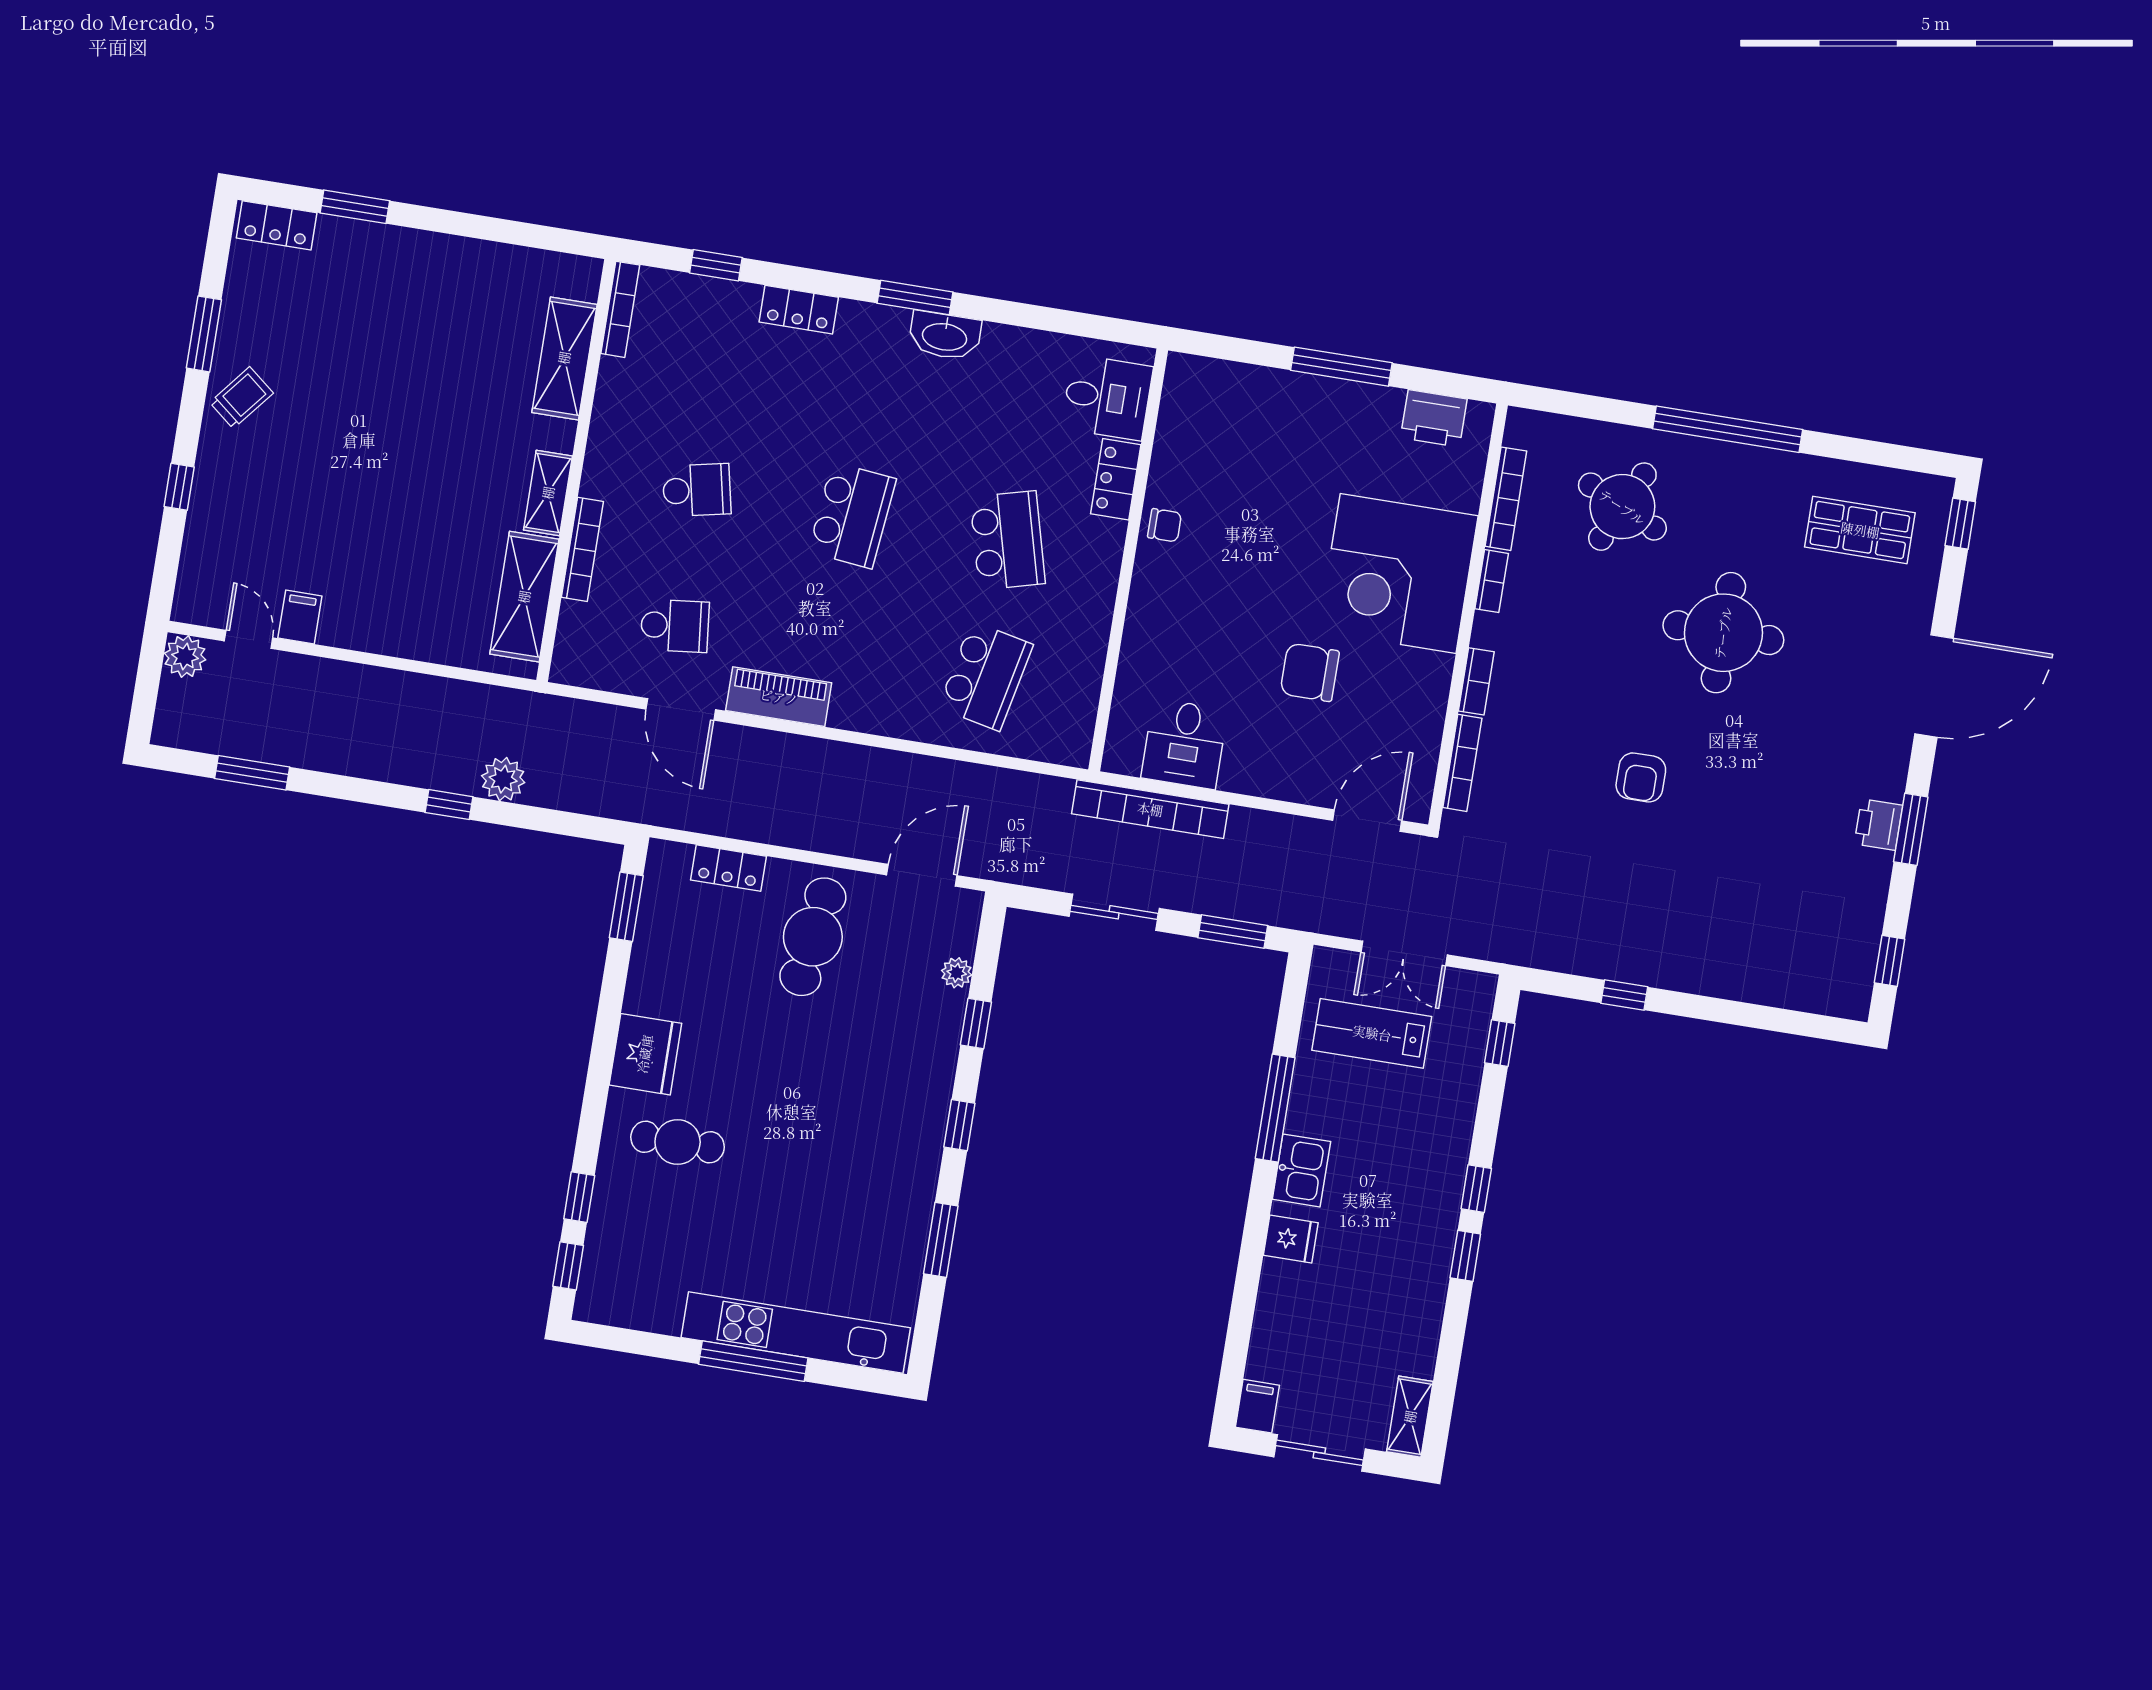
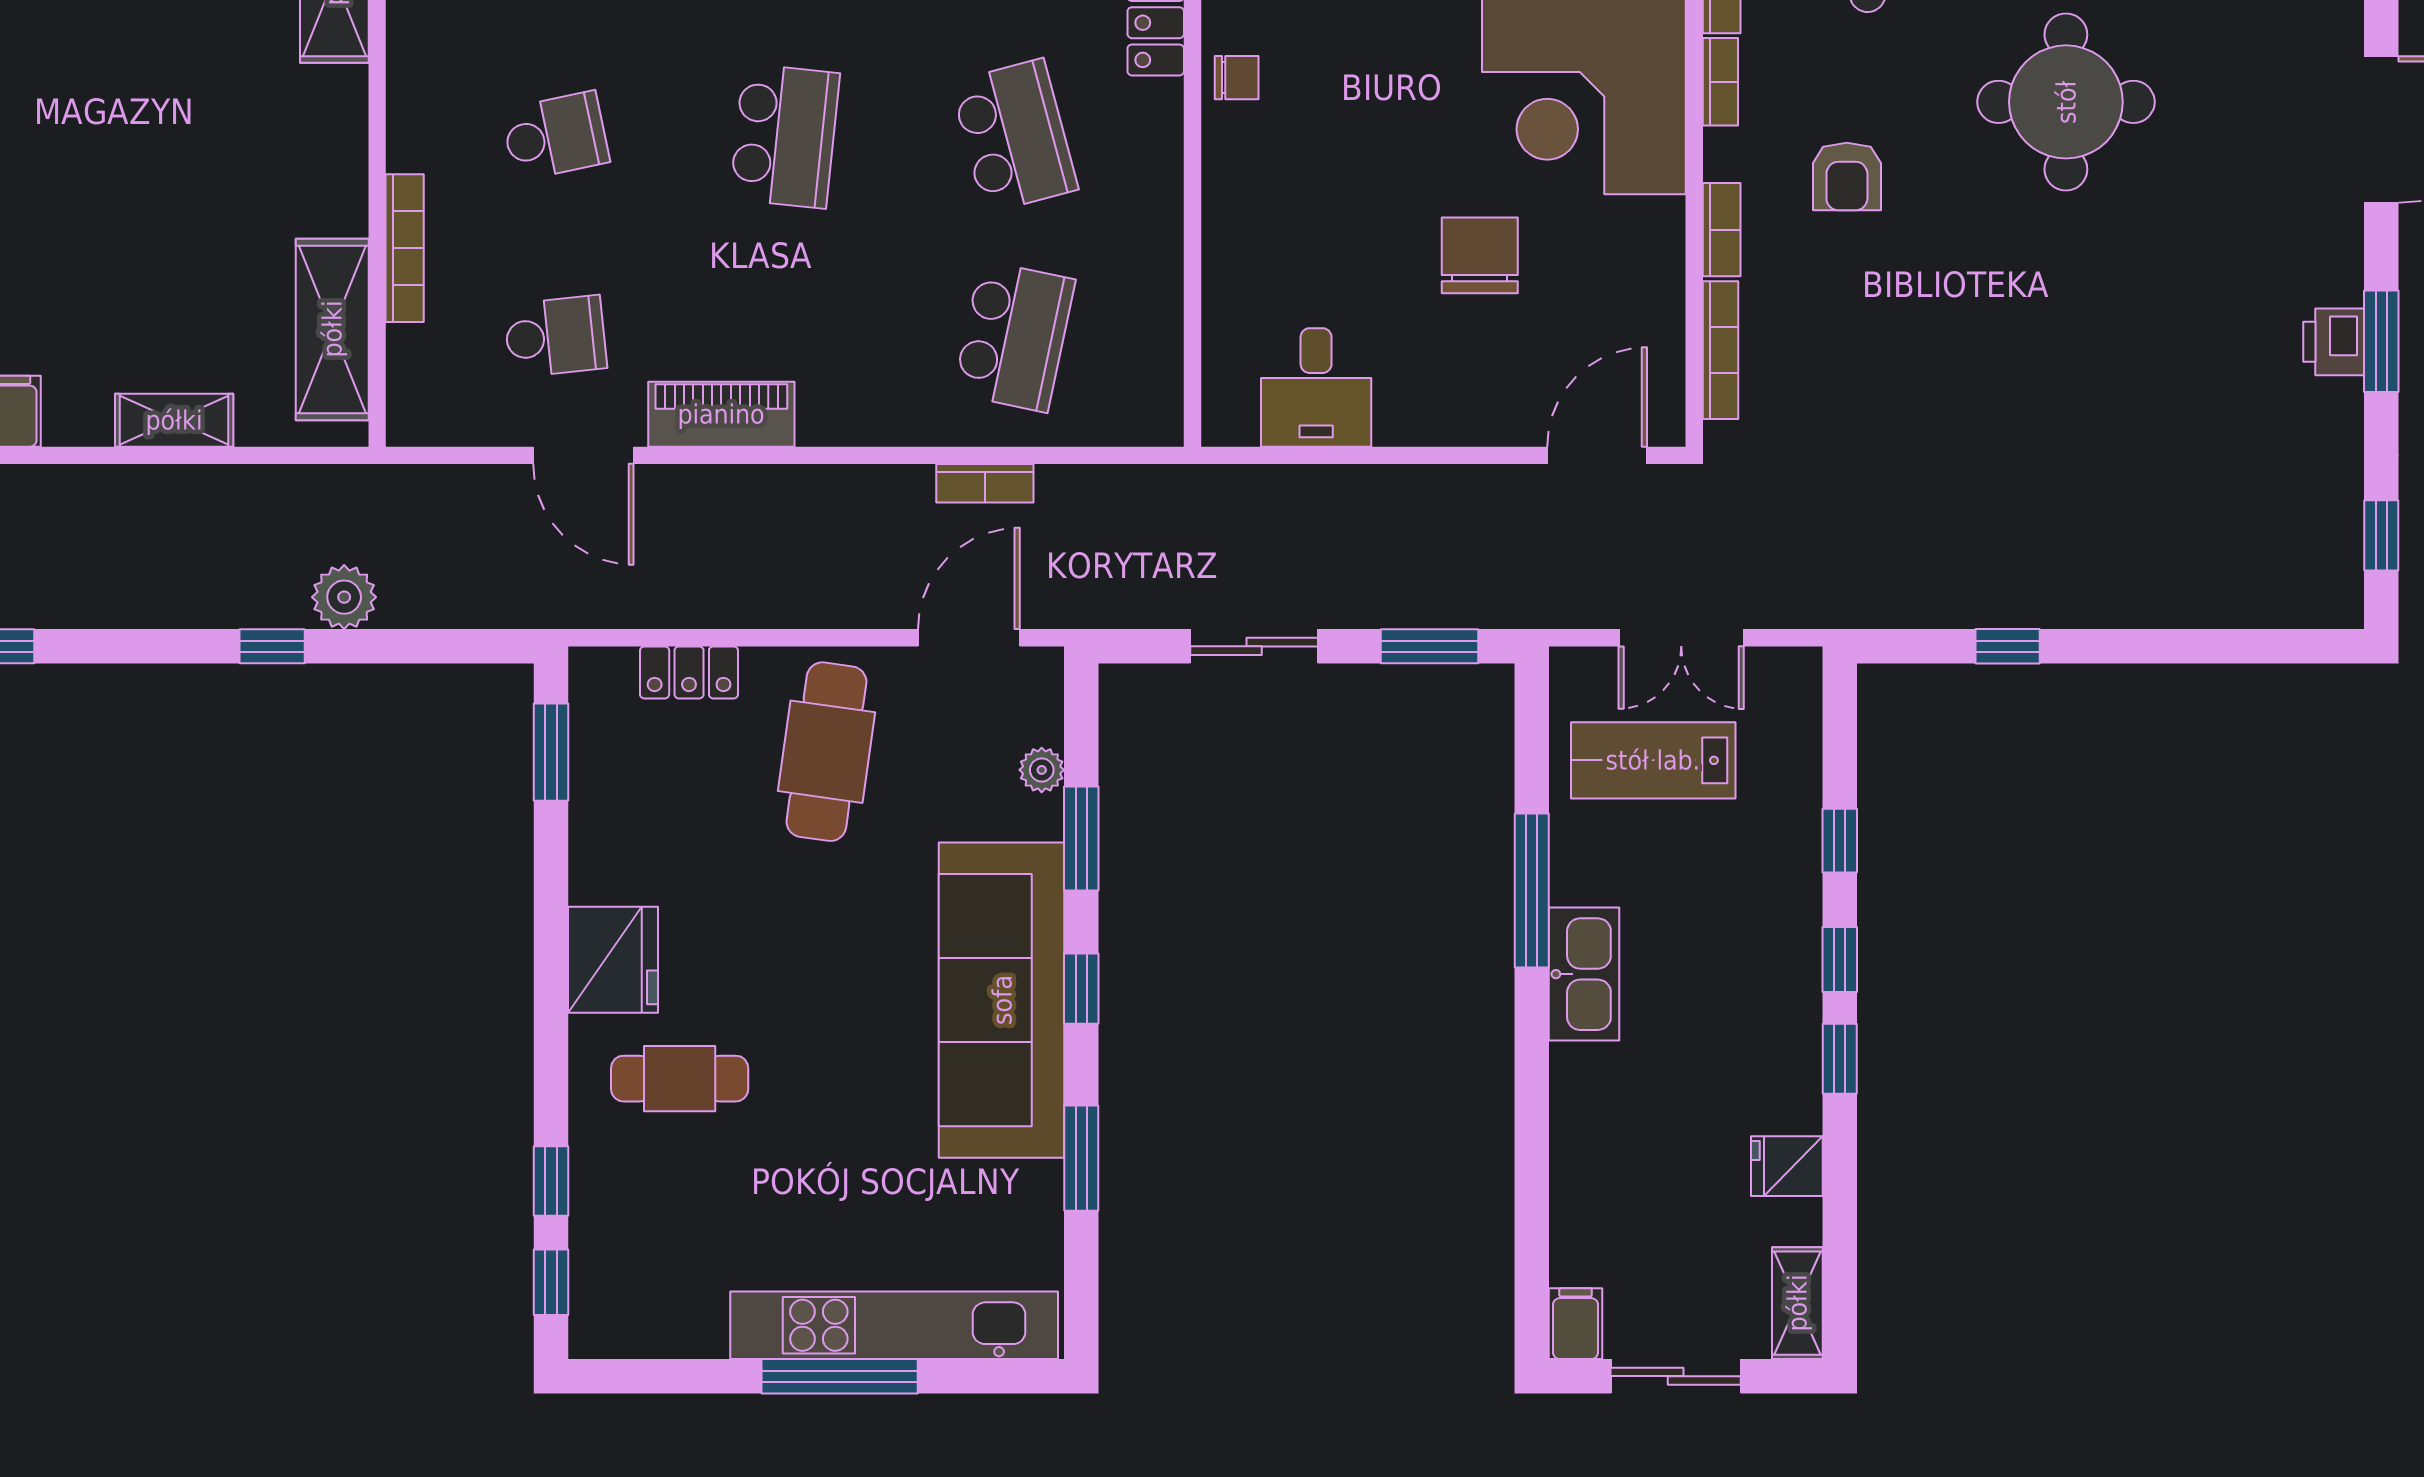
shelving: (548, 493) -> (174, 420), moved, turned 90
chair: (1310, 672) -> (1480, 255), turned 90
armchair: (1641, 777) -> (1847, 177), moved
bookcase: (1150, 809) -> (985, 483), moved, width x0.43, depth x0.76
window: (976, 1023) -> (1081, 838), width x1.50
window: (1500, 1043) -> (1840, 841), moved
sofa: (904, 1124) -> (1002, 1000), added
kitchen sink: (1301, 1170) -> (1584, 974), width x1.38
fridge: (1291, 1239) -> (1787, 1166), moved, turned 180

